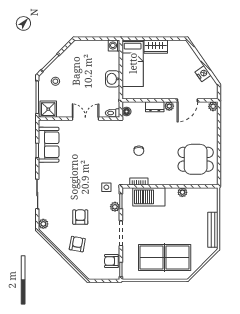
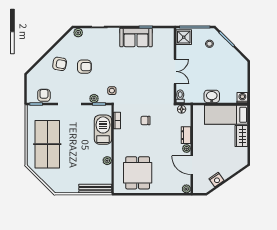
sofa: (49, 145) -> (136, 37), moved
bench: (213, 230) -> (95, 189), moved

